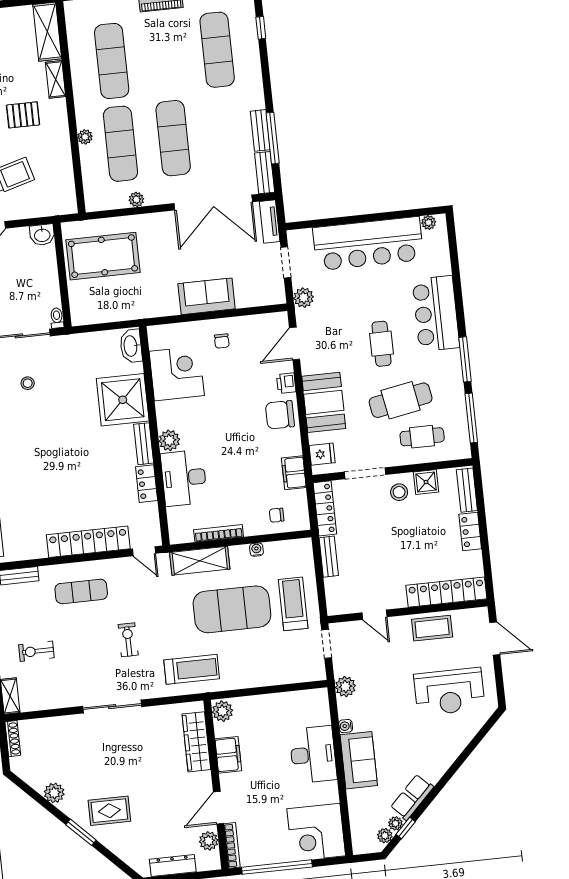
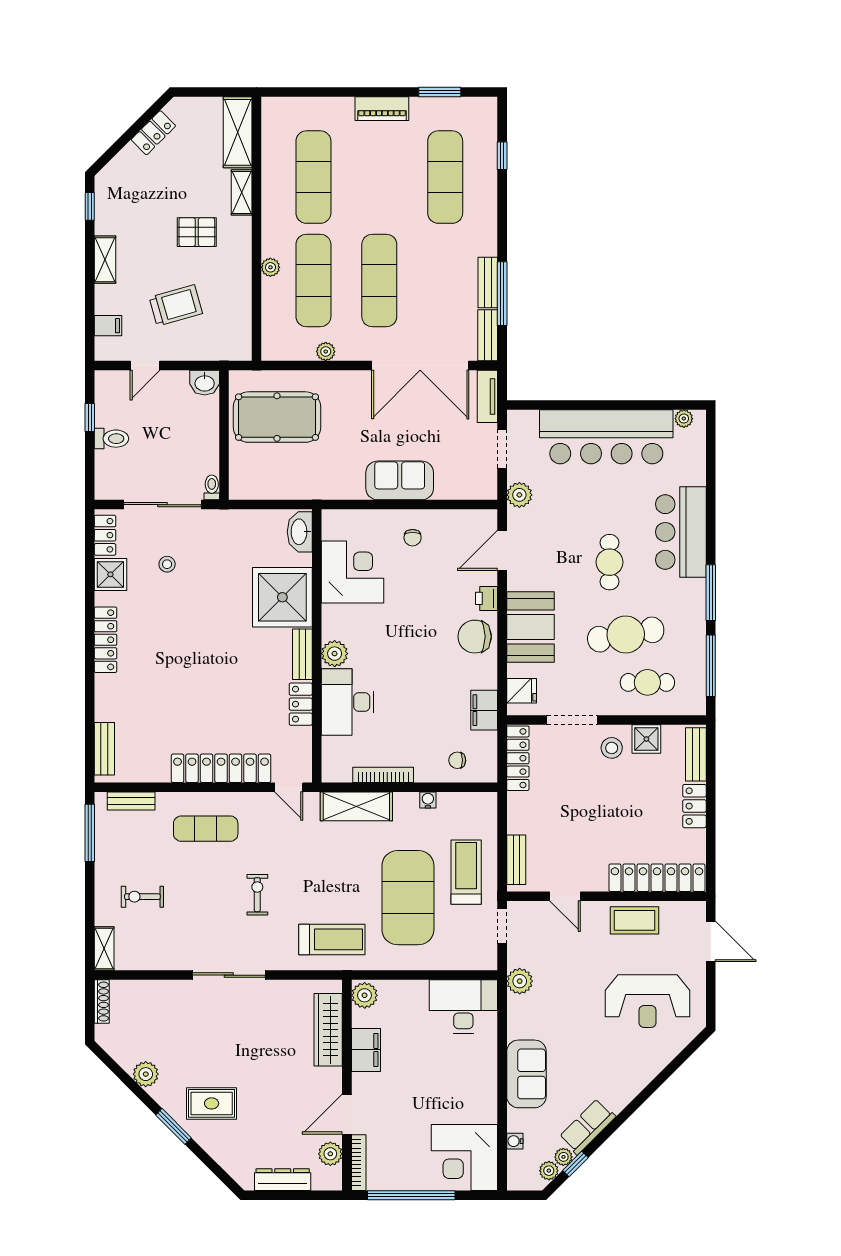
bench: (329, 557) -> (516, 860), moved
exercise mat: (232, 609) -> (408, 898), moved, turned 90
water cooler: (346, 726) -> (515, 1141), moved
desk: (313, 755) -> (463, 1006), moved, turned -90

